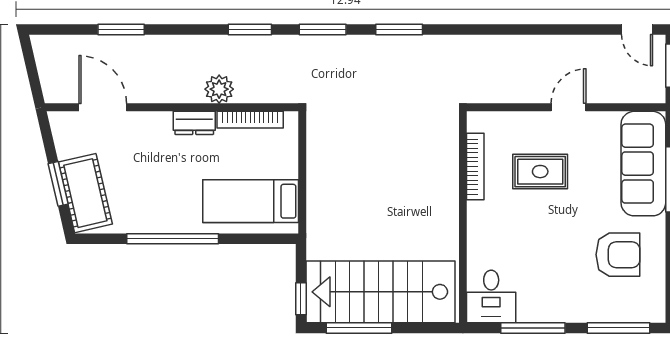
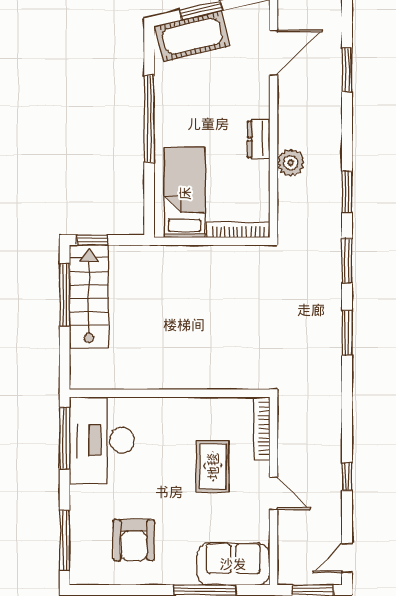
window: (551, 30) -> (347, 476), added
bookcase: (250, 120) -> (238, 230), moved, turned 90
sofa: (643, 164) -> (233, 564), width x0.73
bookcase: (475, 167) -> (262, 429), moved, turned 90
stairs: (380, 292) -> (89, 296), width x0.73, depth x0.66
desk: (491, 296) -> (102, 440), width x1.87, depth x1.30
window: (533, 328) -> (65, 438), moved

